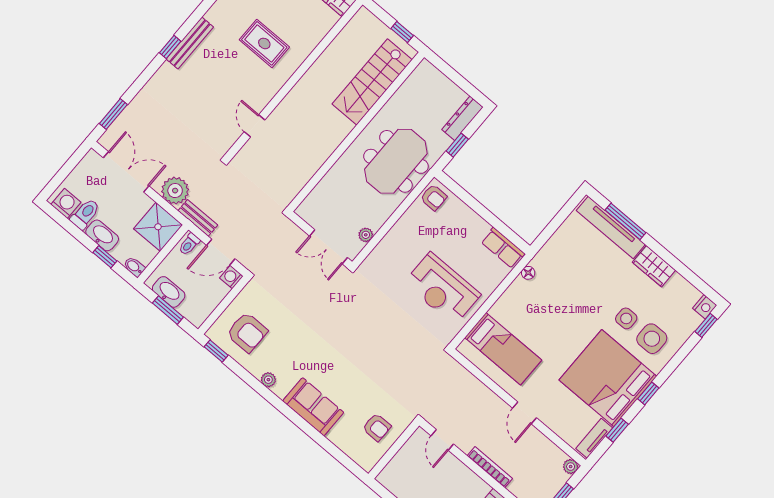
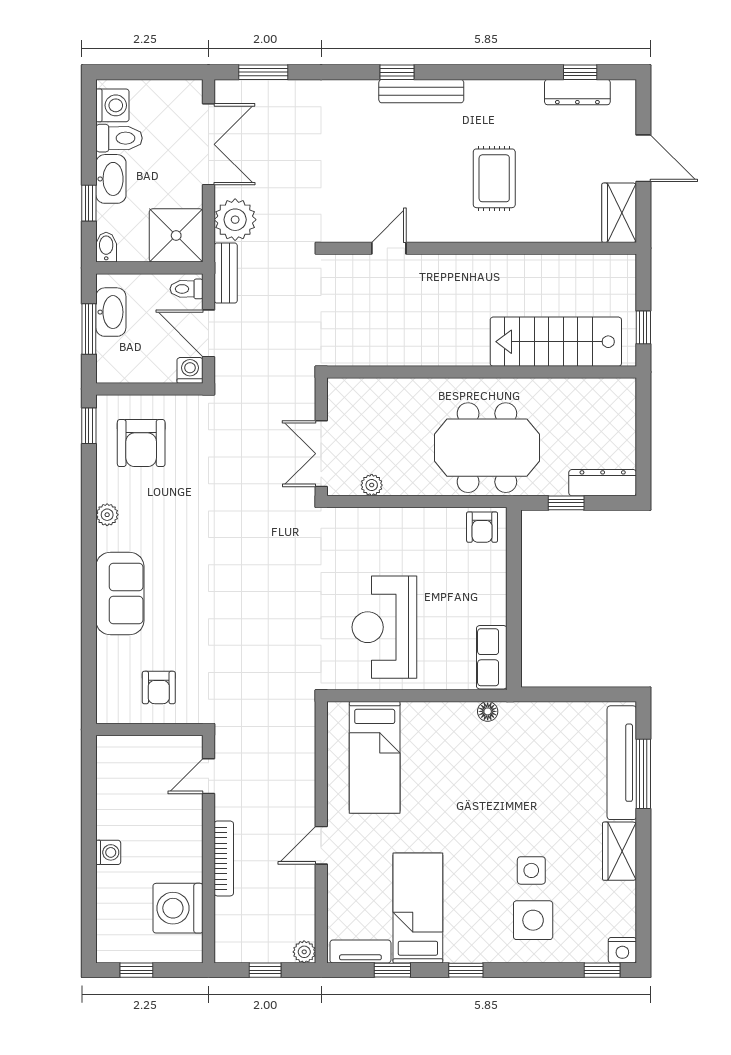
bed: (608, 378) -> (418, 908), width x0.49

